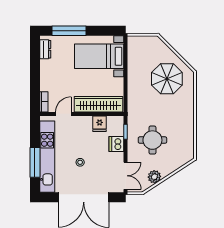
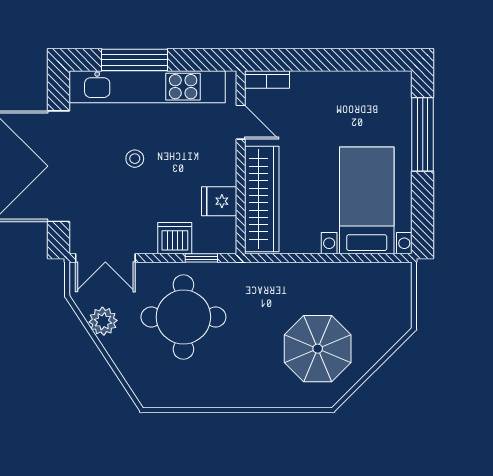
dresser: (45, 49) -> (382, 82), removed
round table: (152, 140) -> (183, 317), width x1.36, depth x1.36

